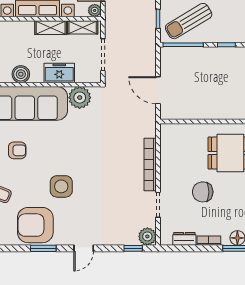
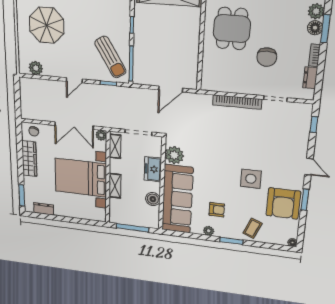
shelving: (51, 28) -> (115, 186), moved
armchair: (17, 150) -> (217, 210), turned 90
plant: (147, 236) -> (304, 111), removed

